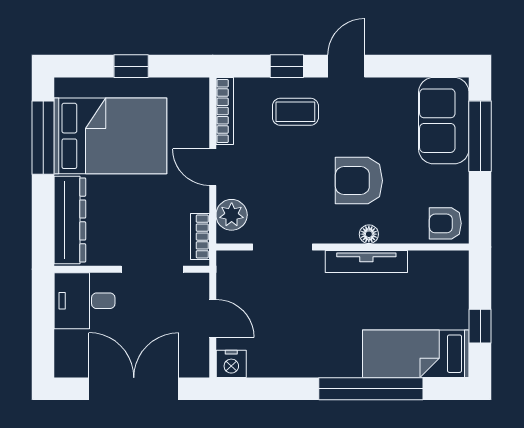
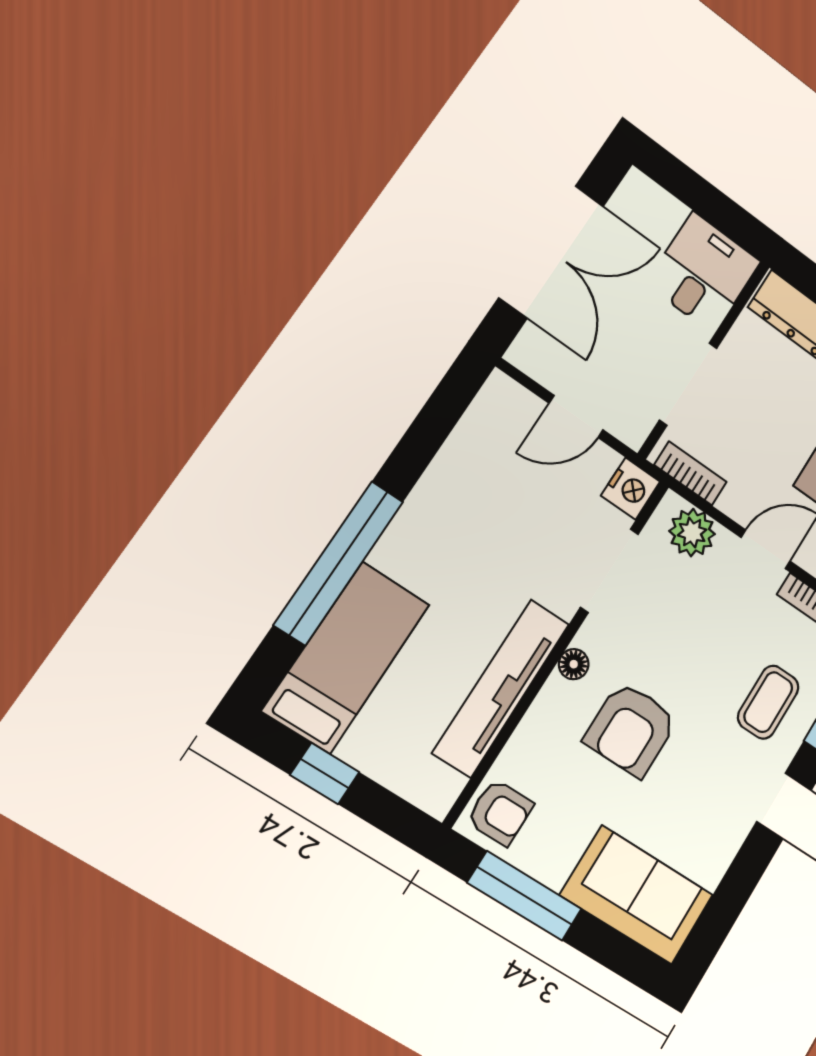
window: (480, 136) -> (525, 896), moved
armchair: (359, 181) -> (631, 729), turned 180
armchair: (445, 223) -> (500, 812), turned 90
floor lamp: (369, 234) -> (574, 664), moved
tv unit: (366, 261) -> (501, 688), width x1.36, depth x1.29
nightstand: (231, 364) -> (631, 489), moved, turned 180

